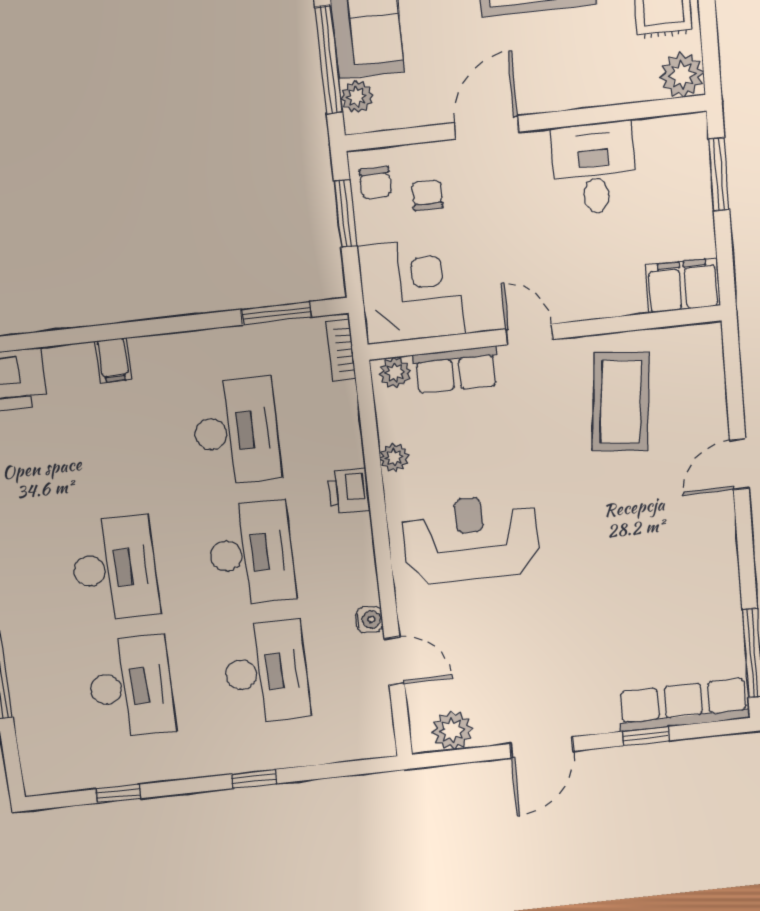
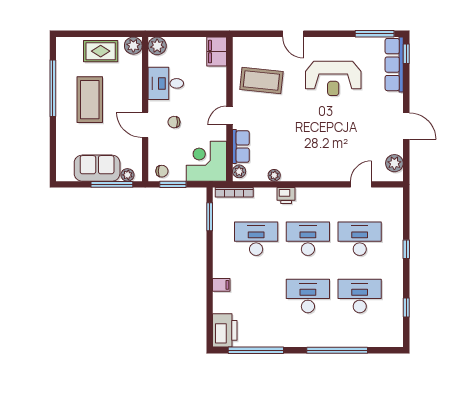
plant: (686, 136) -> (157, 46), added
window: (719, 174) -> (174, 34), removed
chair: (427, 195) -> (174, 122), moved
bookcase: (341, 350) -> (234, 192), width x1.56
reception desk: (471, 539) -> (333, 78), moved, turned -90
water cooler: (369, 620) -> (342, 193), removed
window: (646, 736) -> (406, 54), moved

